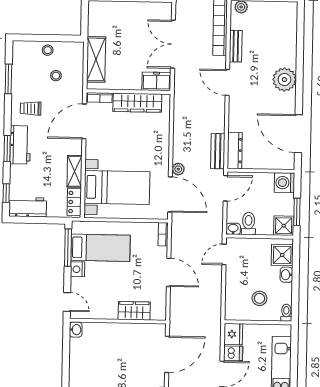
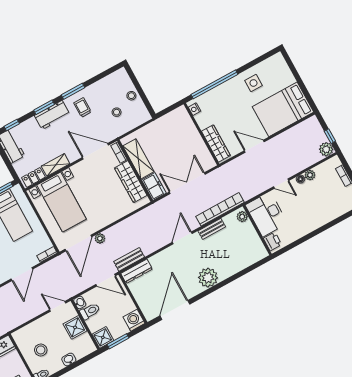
shelving: (96, 59) -> (138, 159), moved, turned 90
window: (8, 79) -> (73, 91), moved
shower: (282, 255) -> (75, 327), moved

